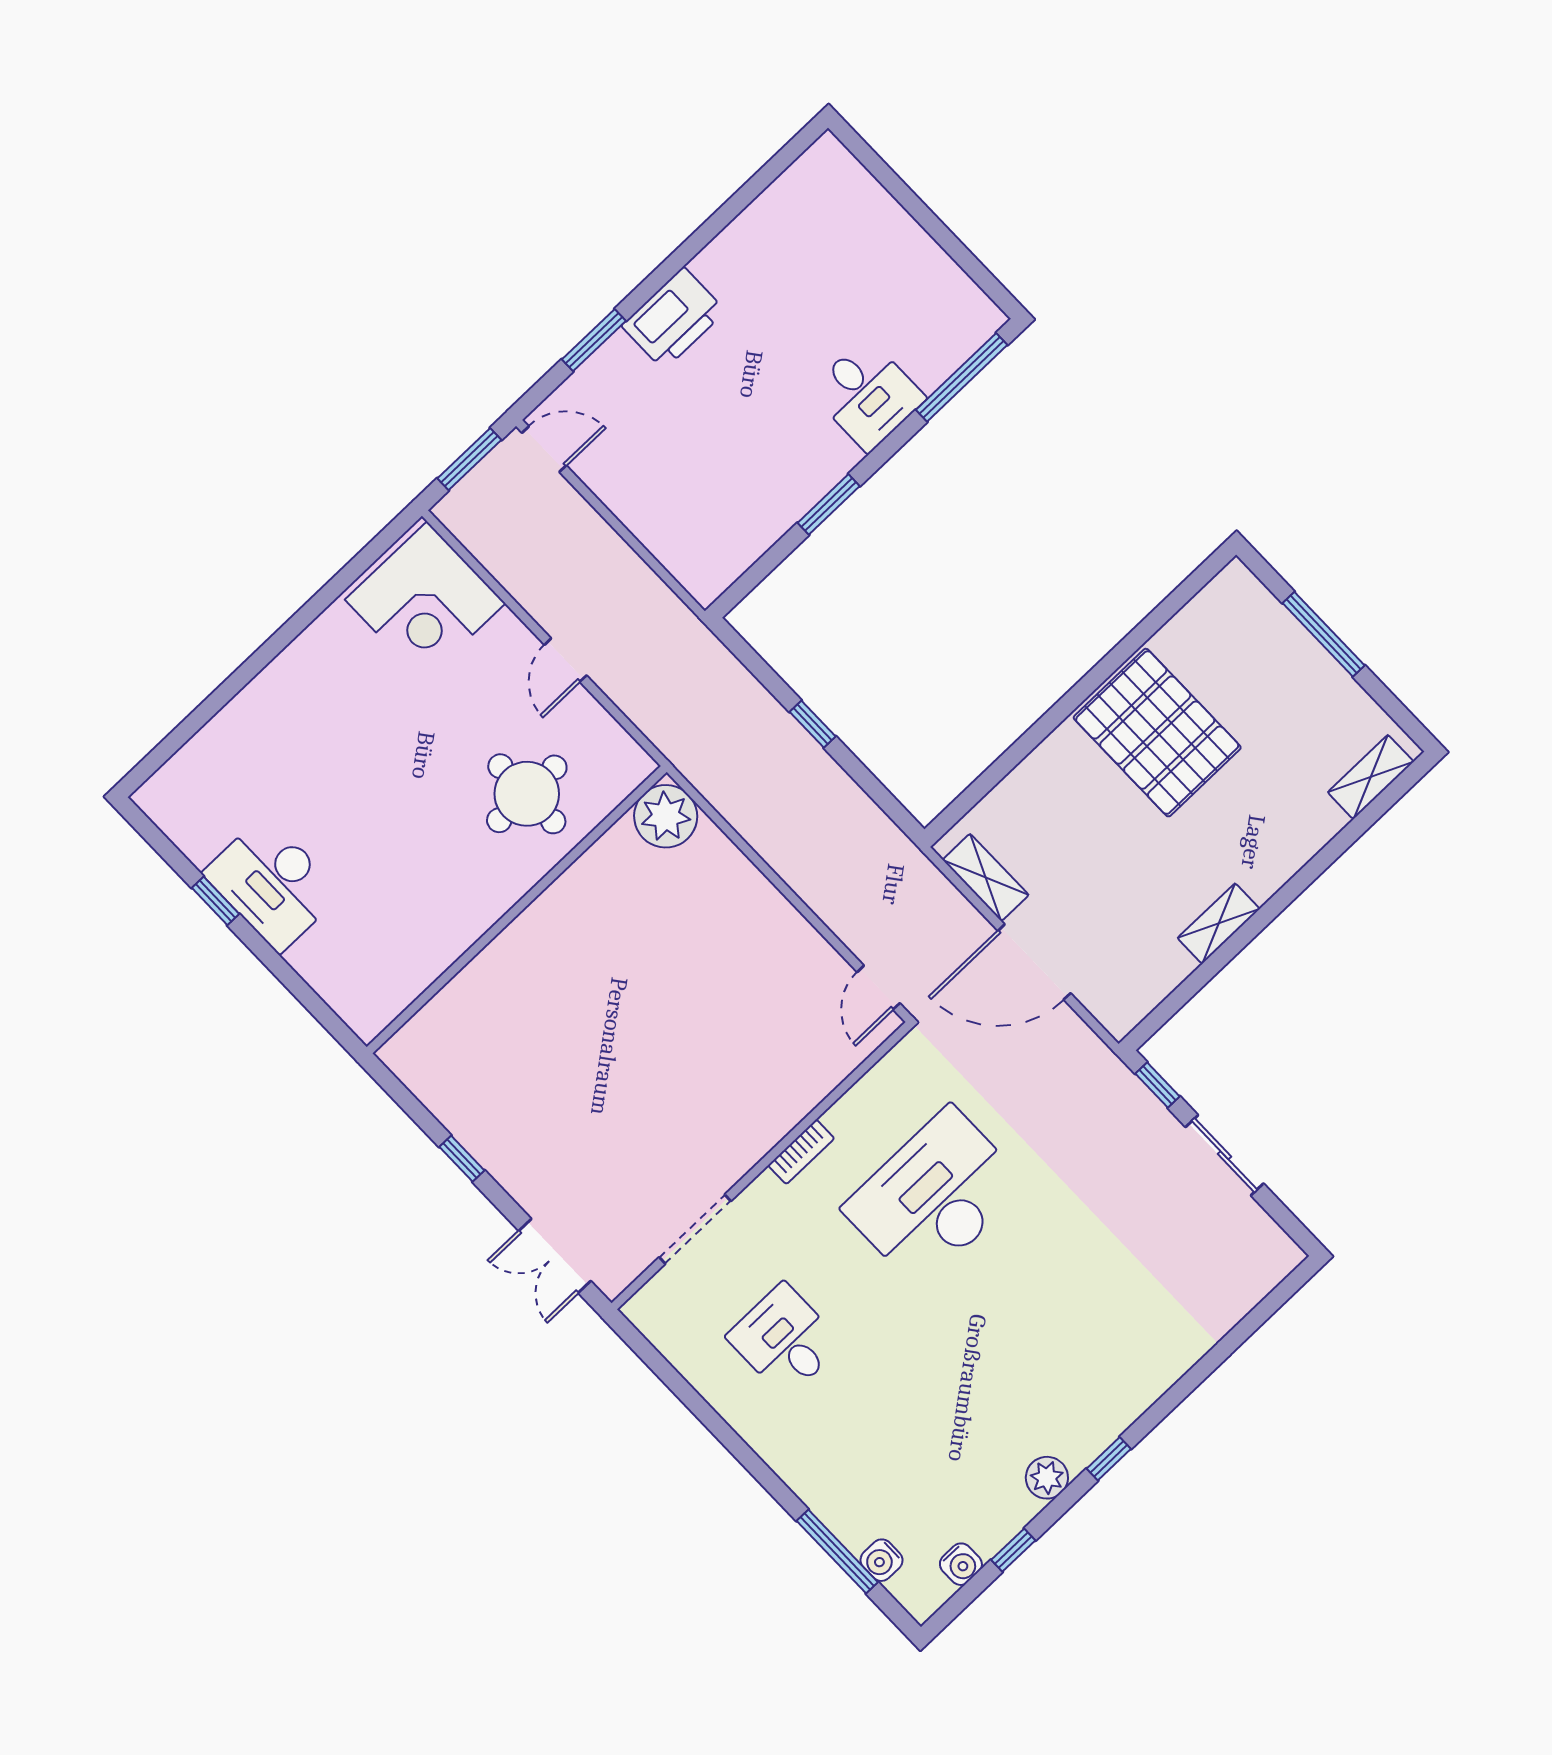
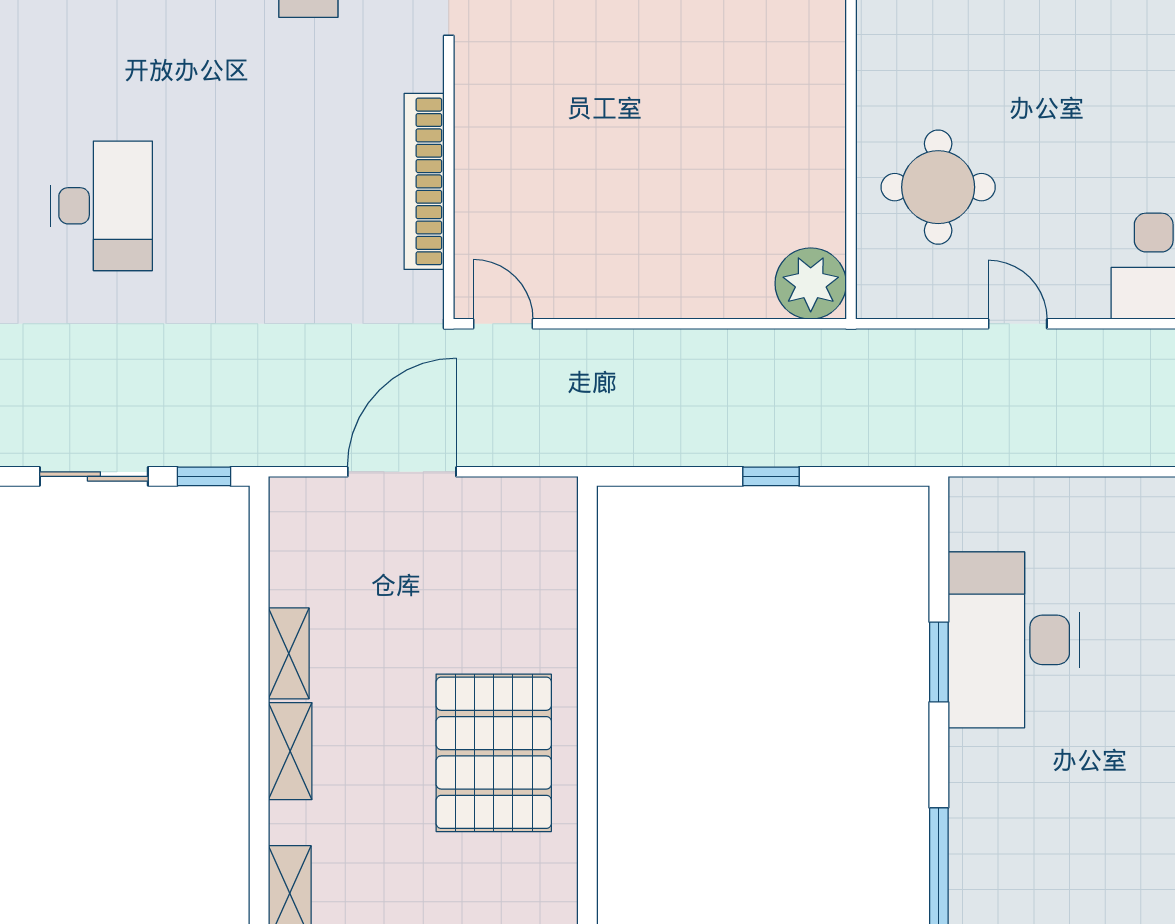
desk: (867, 395) -> (1014, 640), moved, width x1.87, depth x1.30
pallet: (1157, 733) -> (494, 753), turned 90
shelving: (986, 877) -> (290, 751), moved, turned 90
bookcase: (801, 1152) -> (424, 181), width x2.31, depth x1.31
desk: (935, 1197) -> (102, 206), moved, width x0.73, depth x0.77

